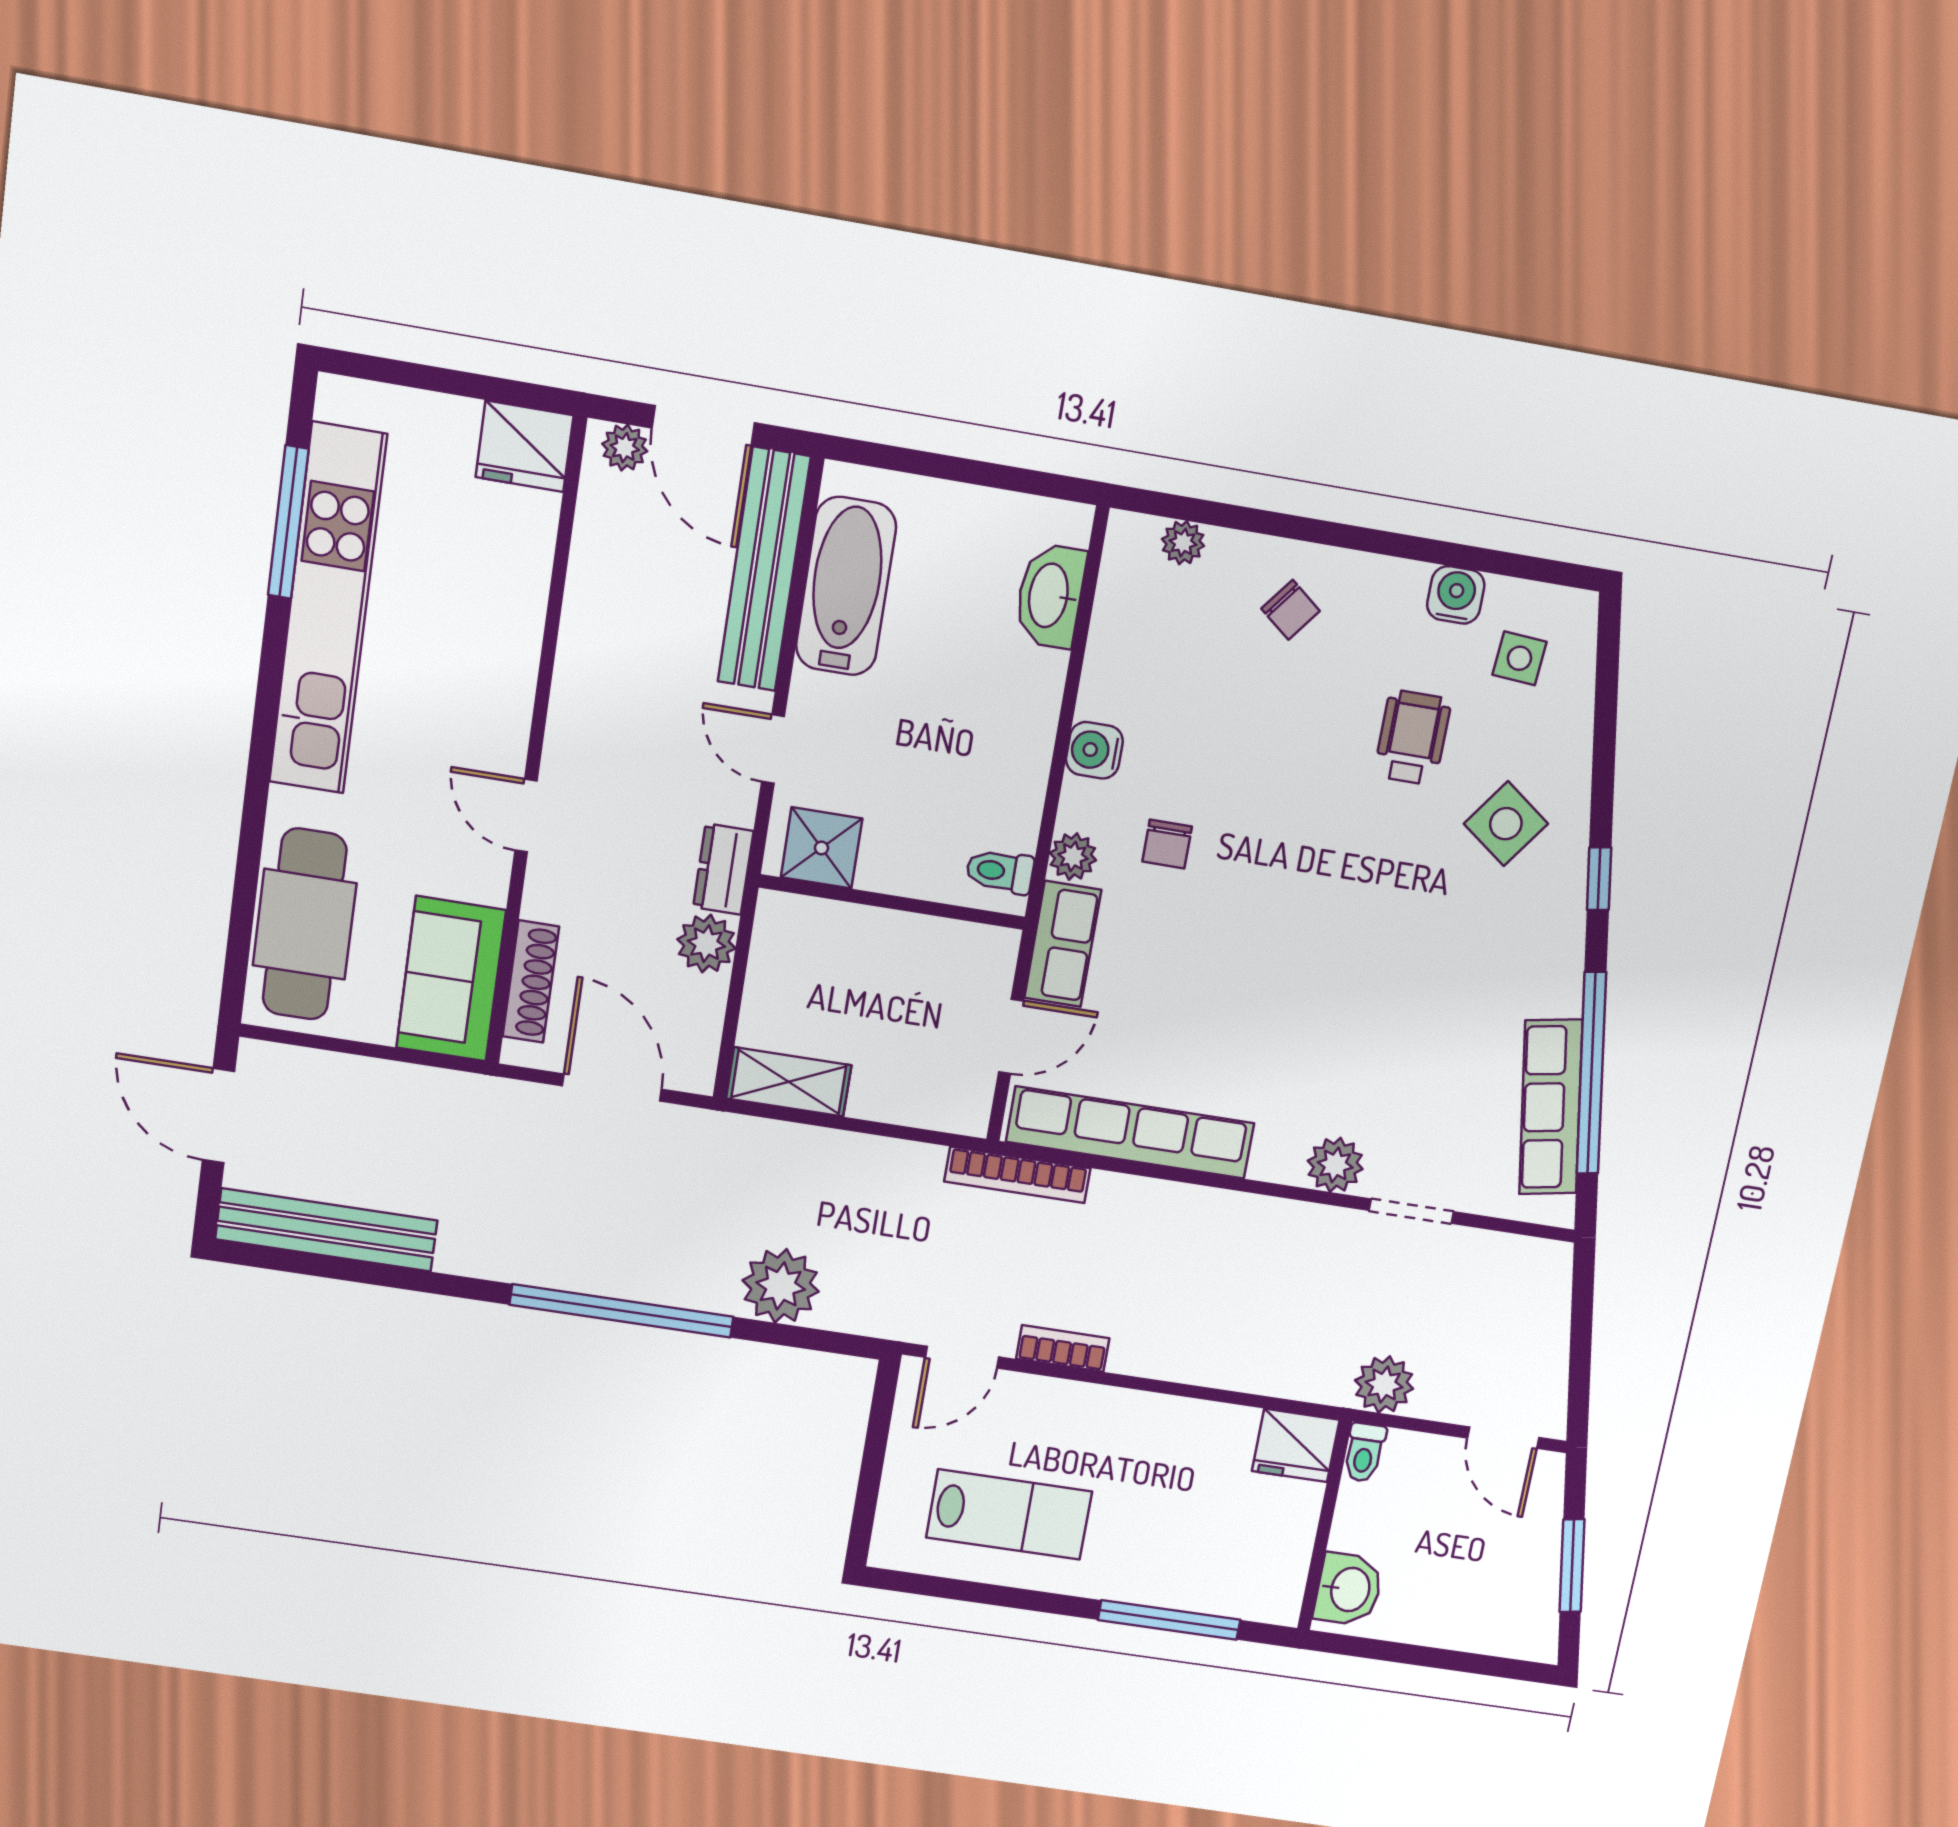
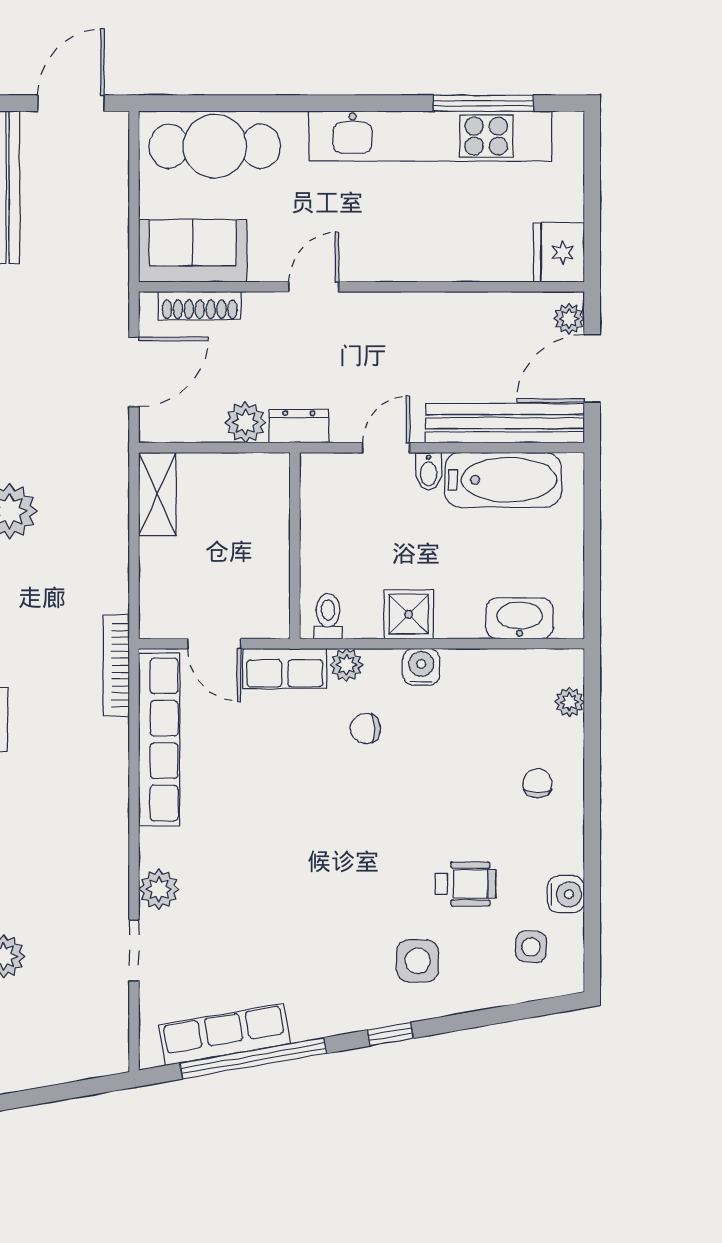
chair: (1291, 610) -> (537, 783), turned 142
bidet: (817, 693) -> (429, 471), added
side table: (1506, 824) -> (418, 961), turned -36
shower: (821, 848) -> (409, 614), moved

